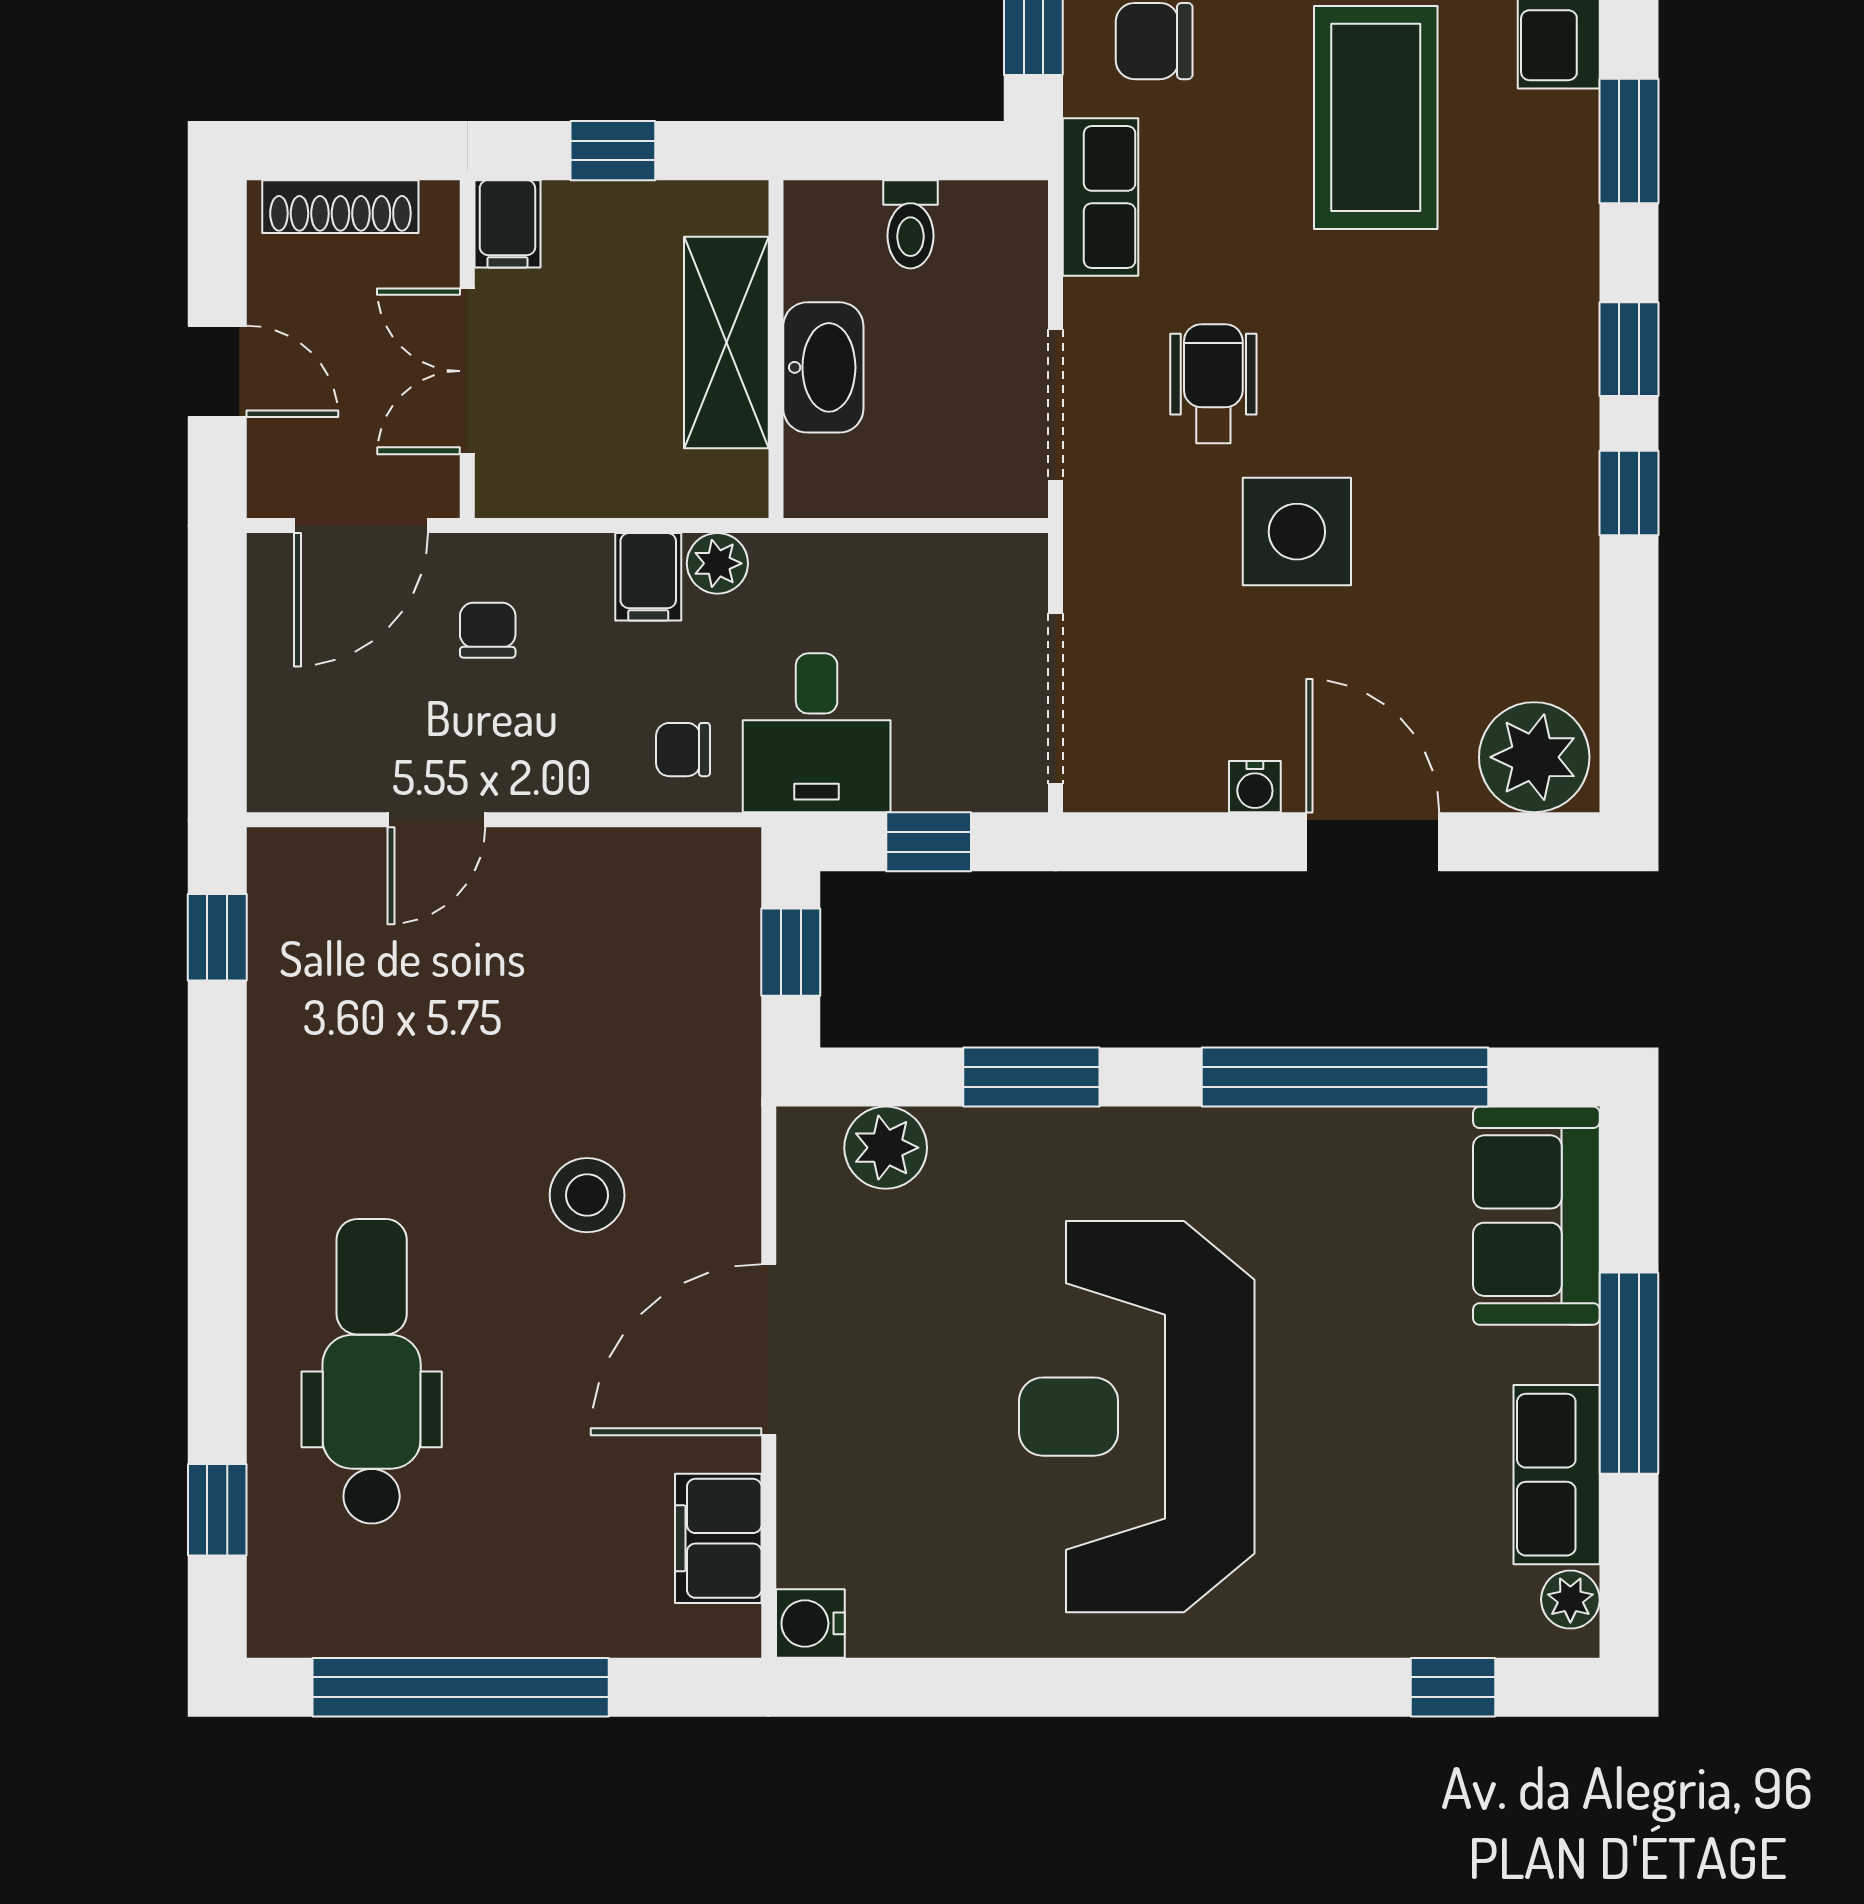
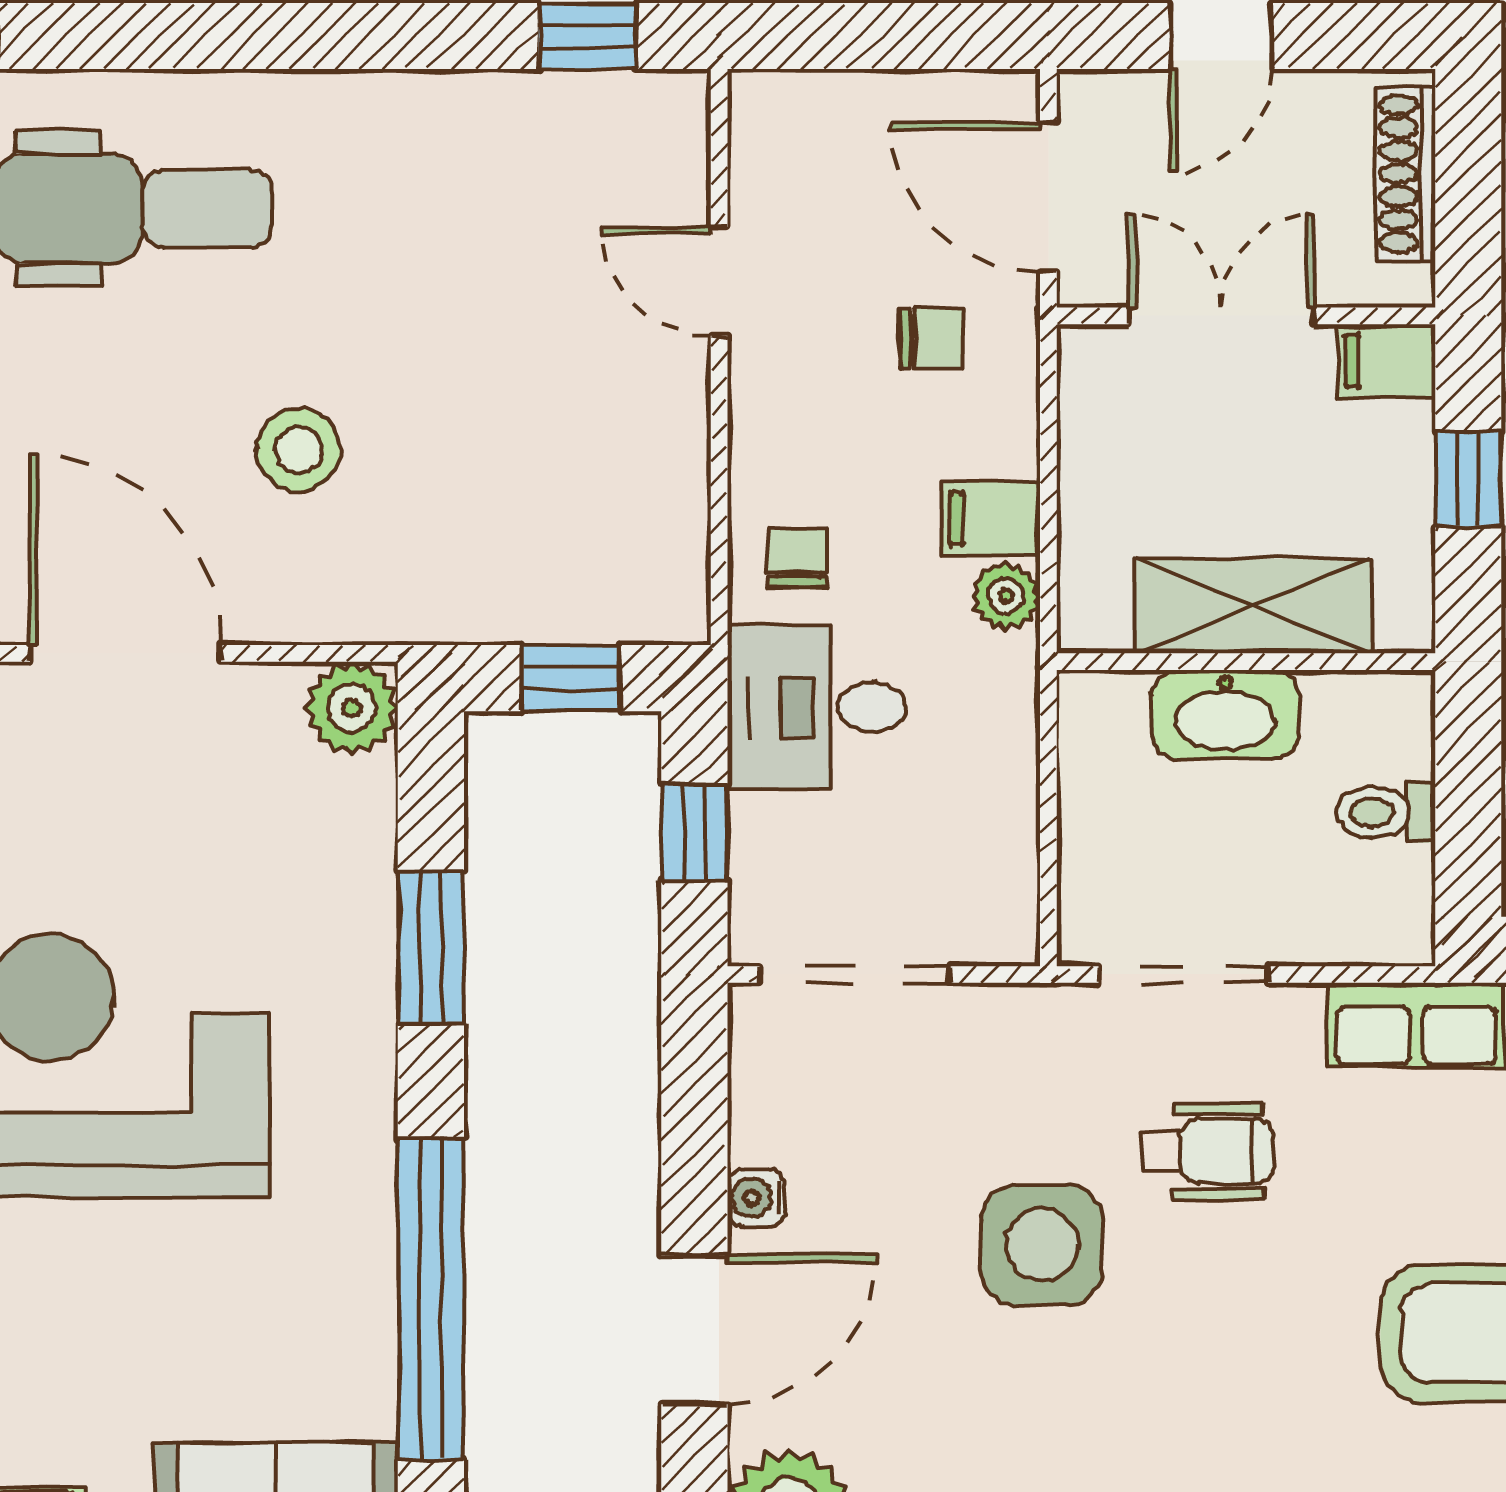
plant: (886, 1148) -> (352, 708), moved

